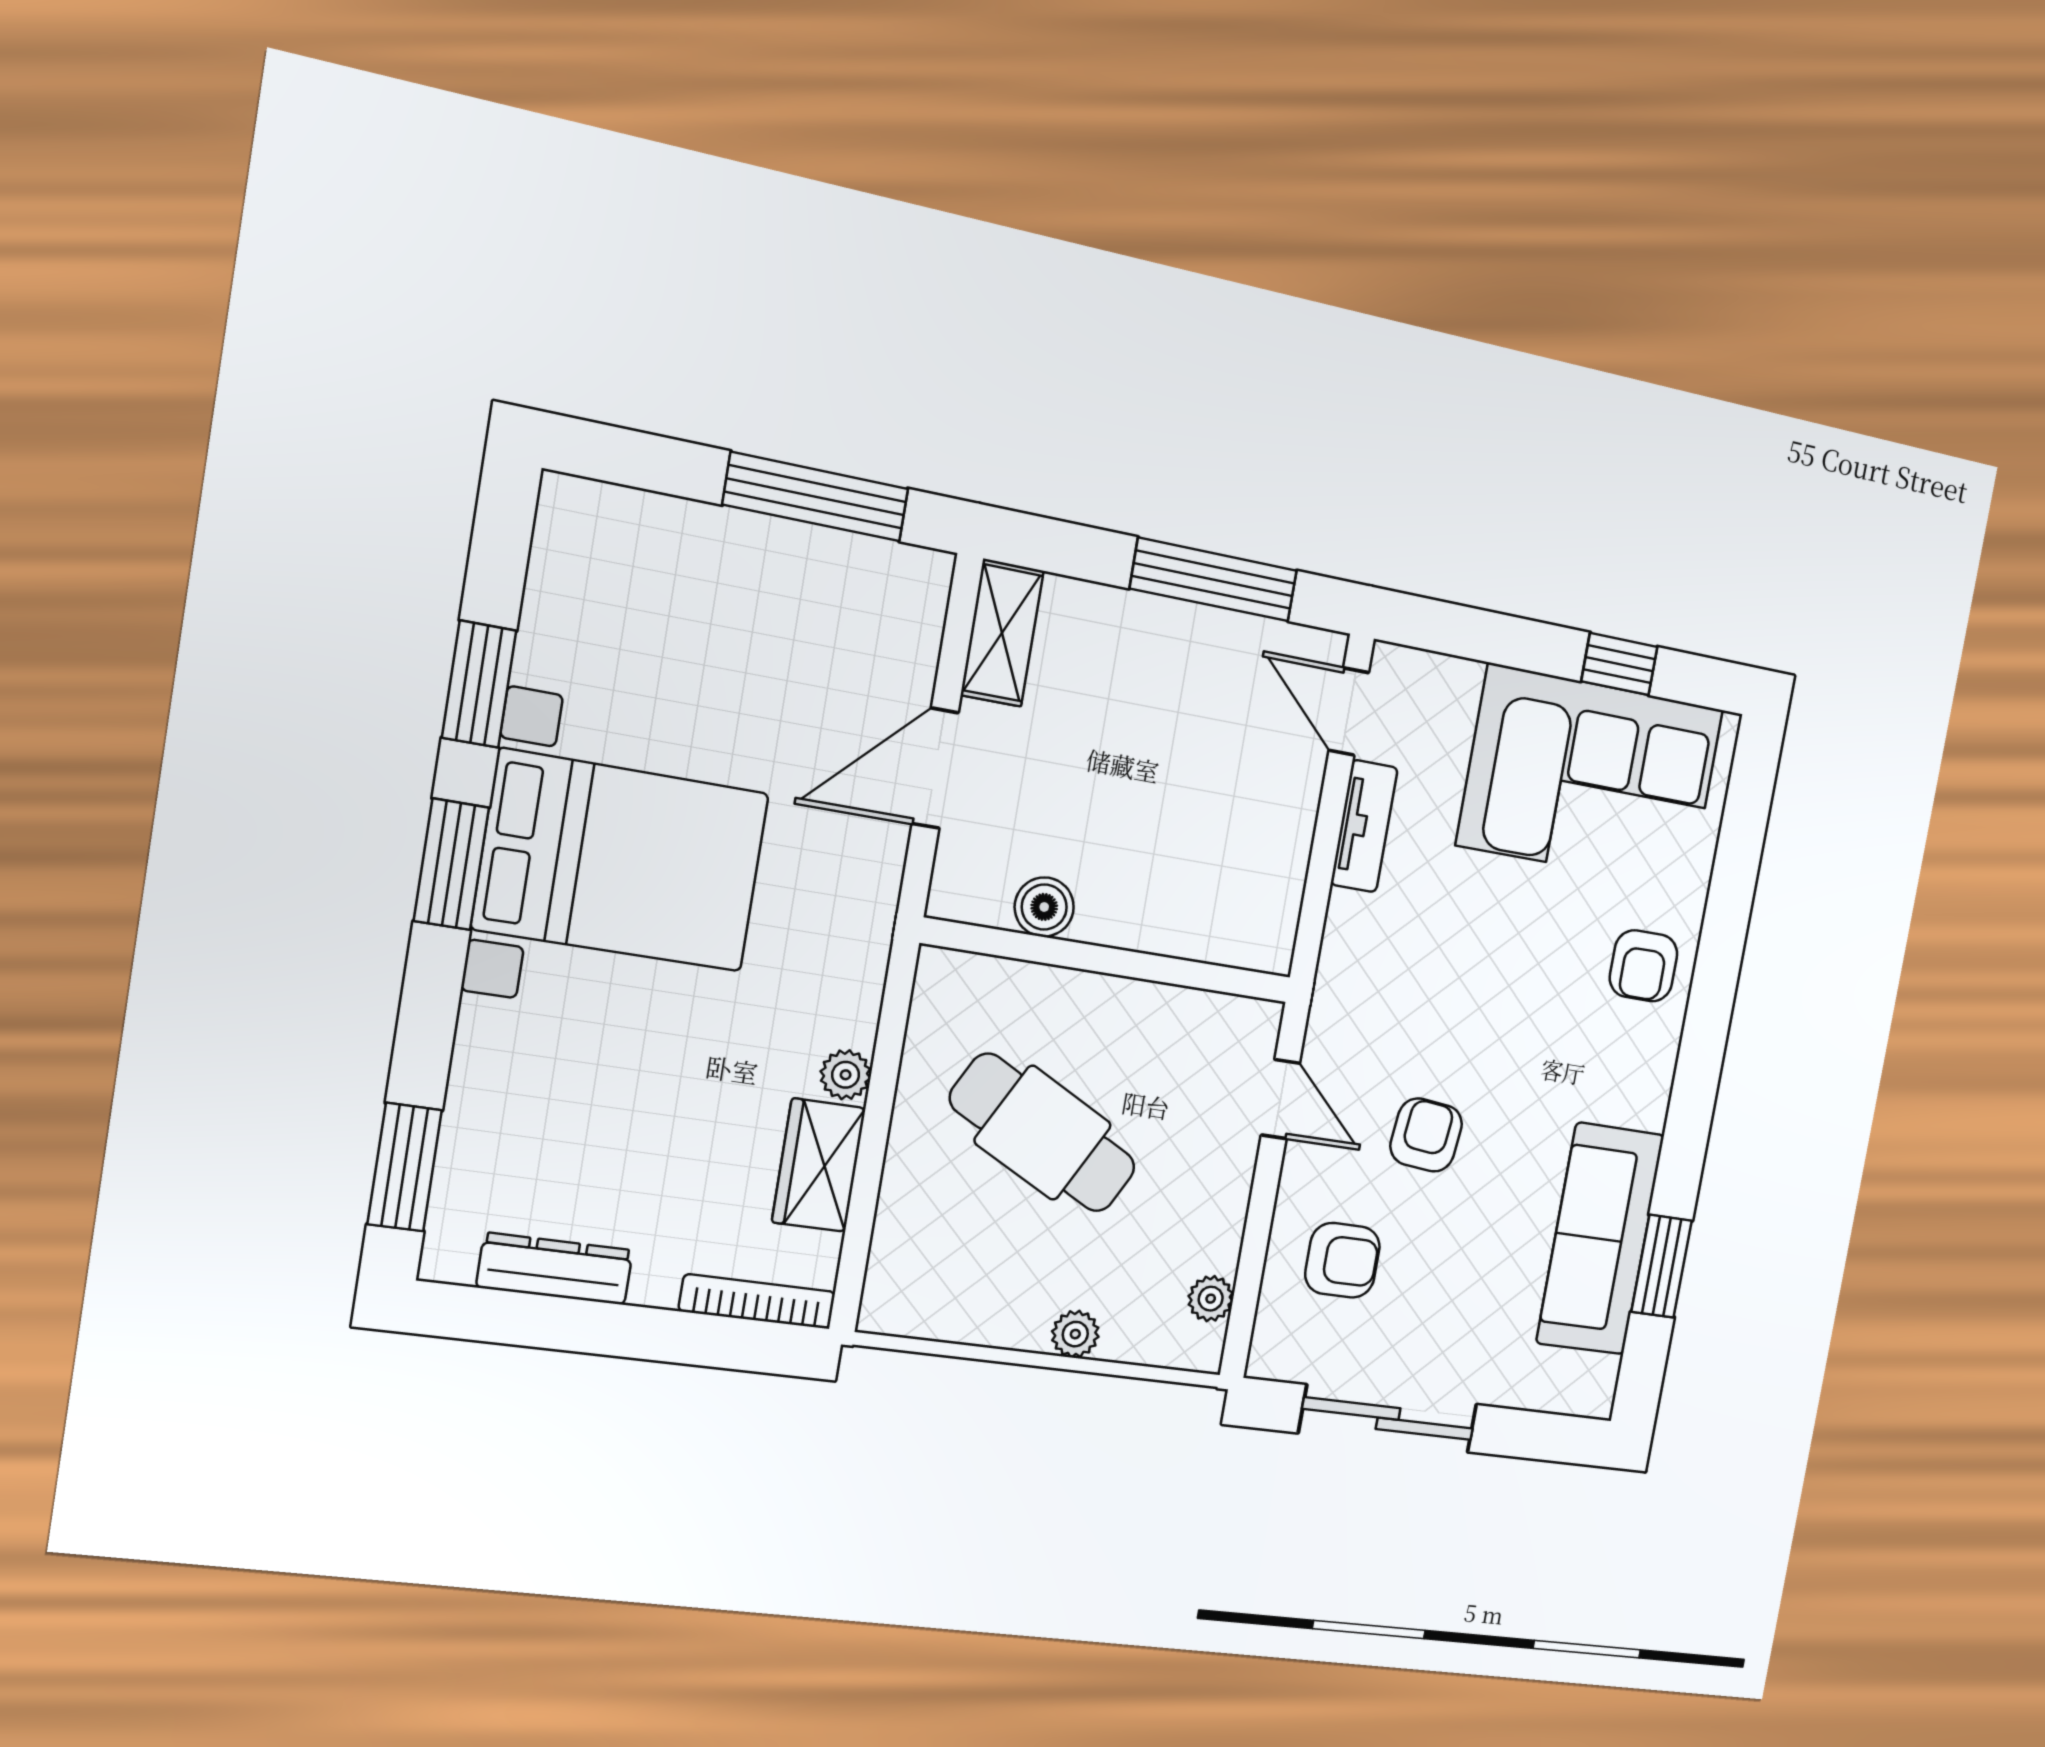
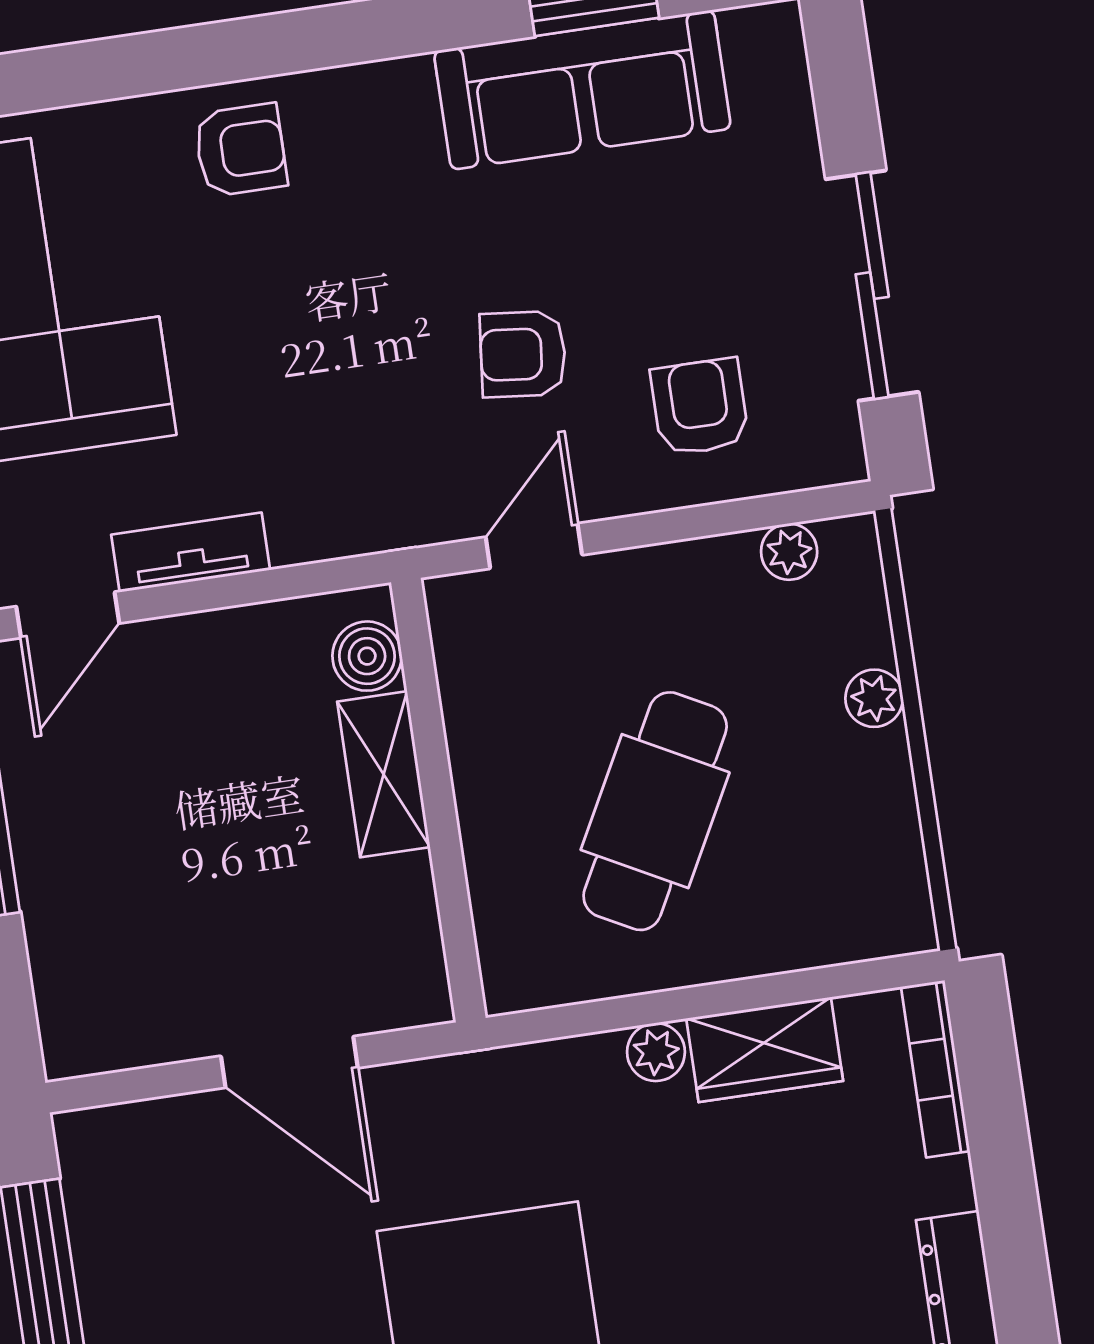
shelving: (1002, 633) -> (384, 774), moved, turned 90
boiler: (1044, 907) -> (367, 656), moved

